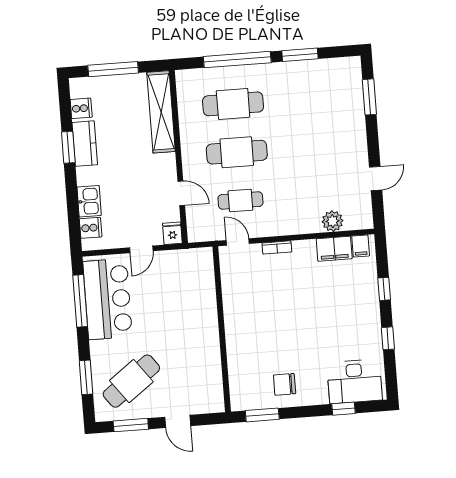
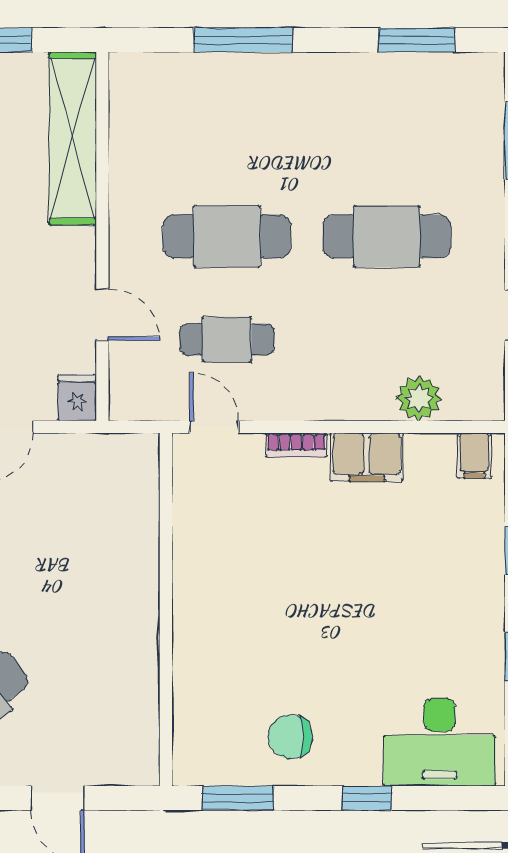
window: (300, 55) -> (417, 40), moved
window: (237, 60) -> (243, 40), width x0.68
cafe table: (233, 104) -> (387, 236), moved
filing cabinet: (334, 249) -> (367, 457), moved
window: (344, 409) -> (367, 798), moved

